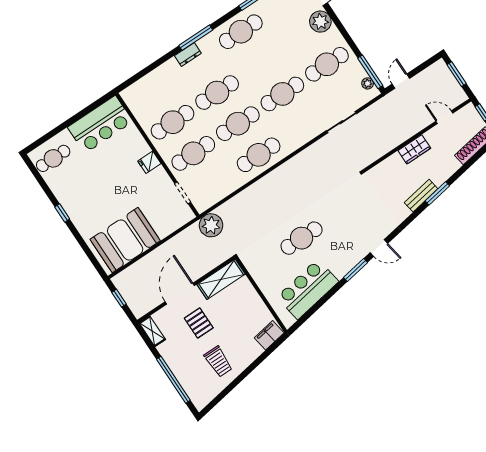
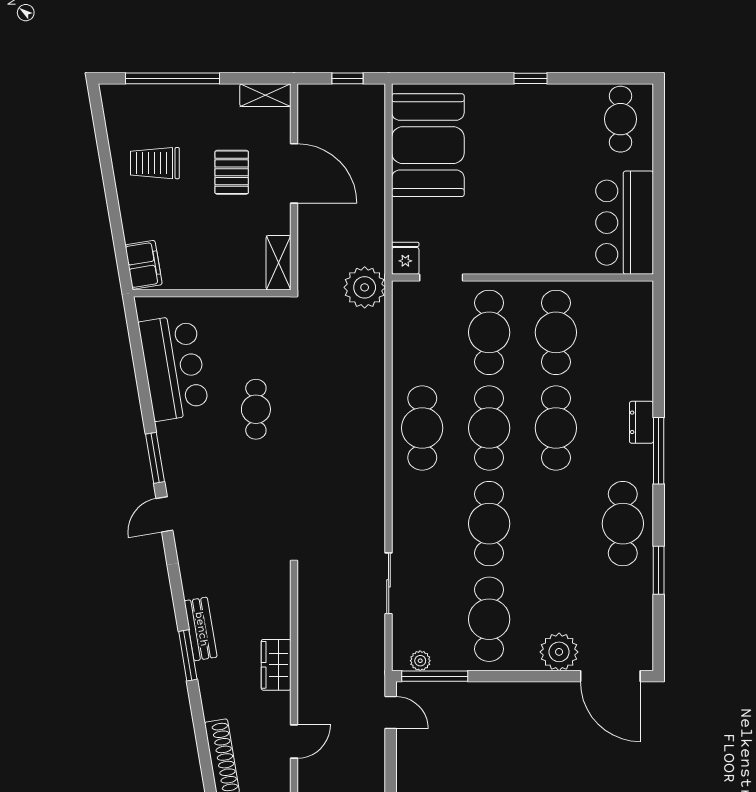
fridge: (149, 162) -> (405, 258), moved
cafe table: (302, 238) -> (256, 409), width x0.73, depth x0.74
shelving: (221, 279) -> (279, 263), width x0.67, depth x0.75
pallet: (199, 323) -> (232, 172), turned 90

